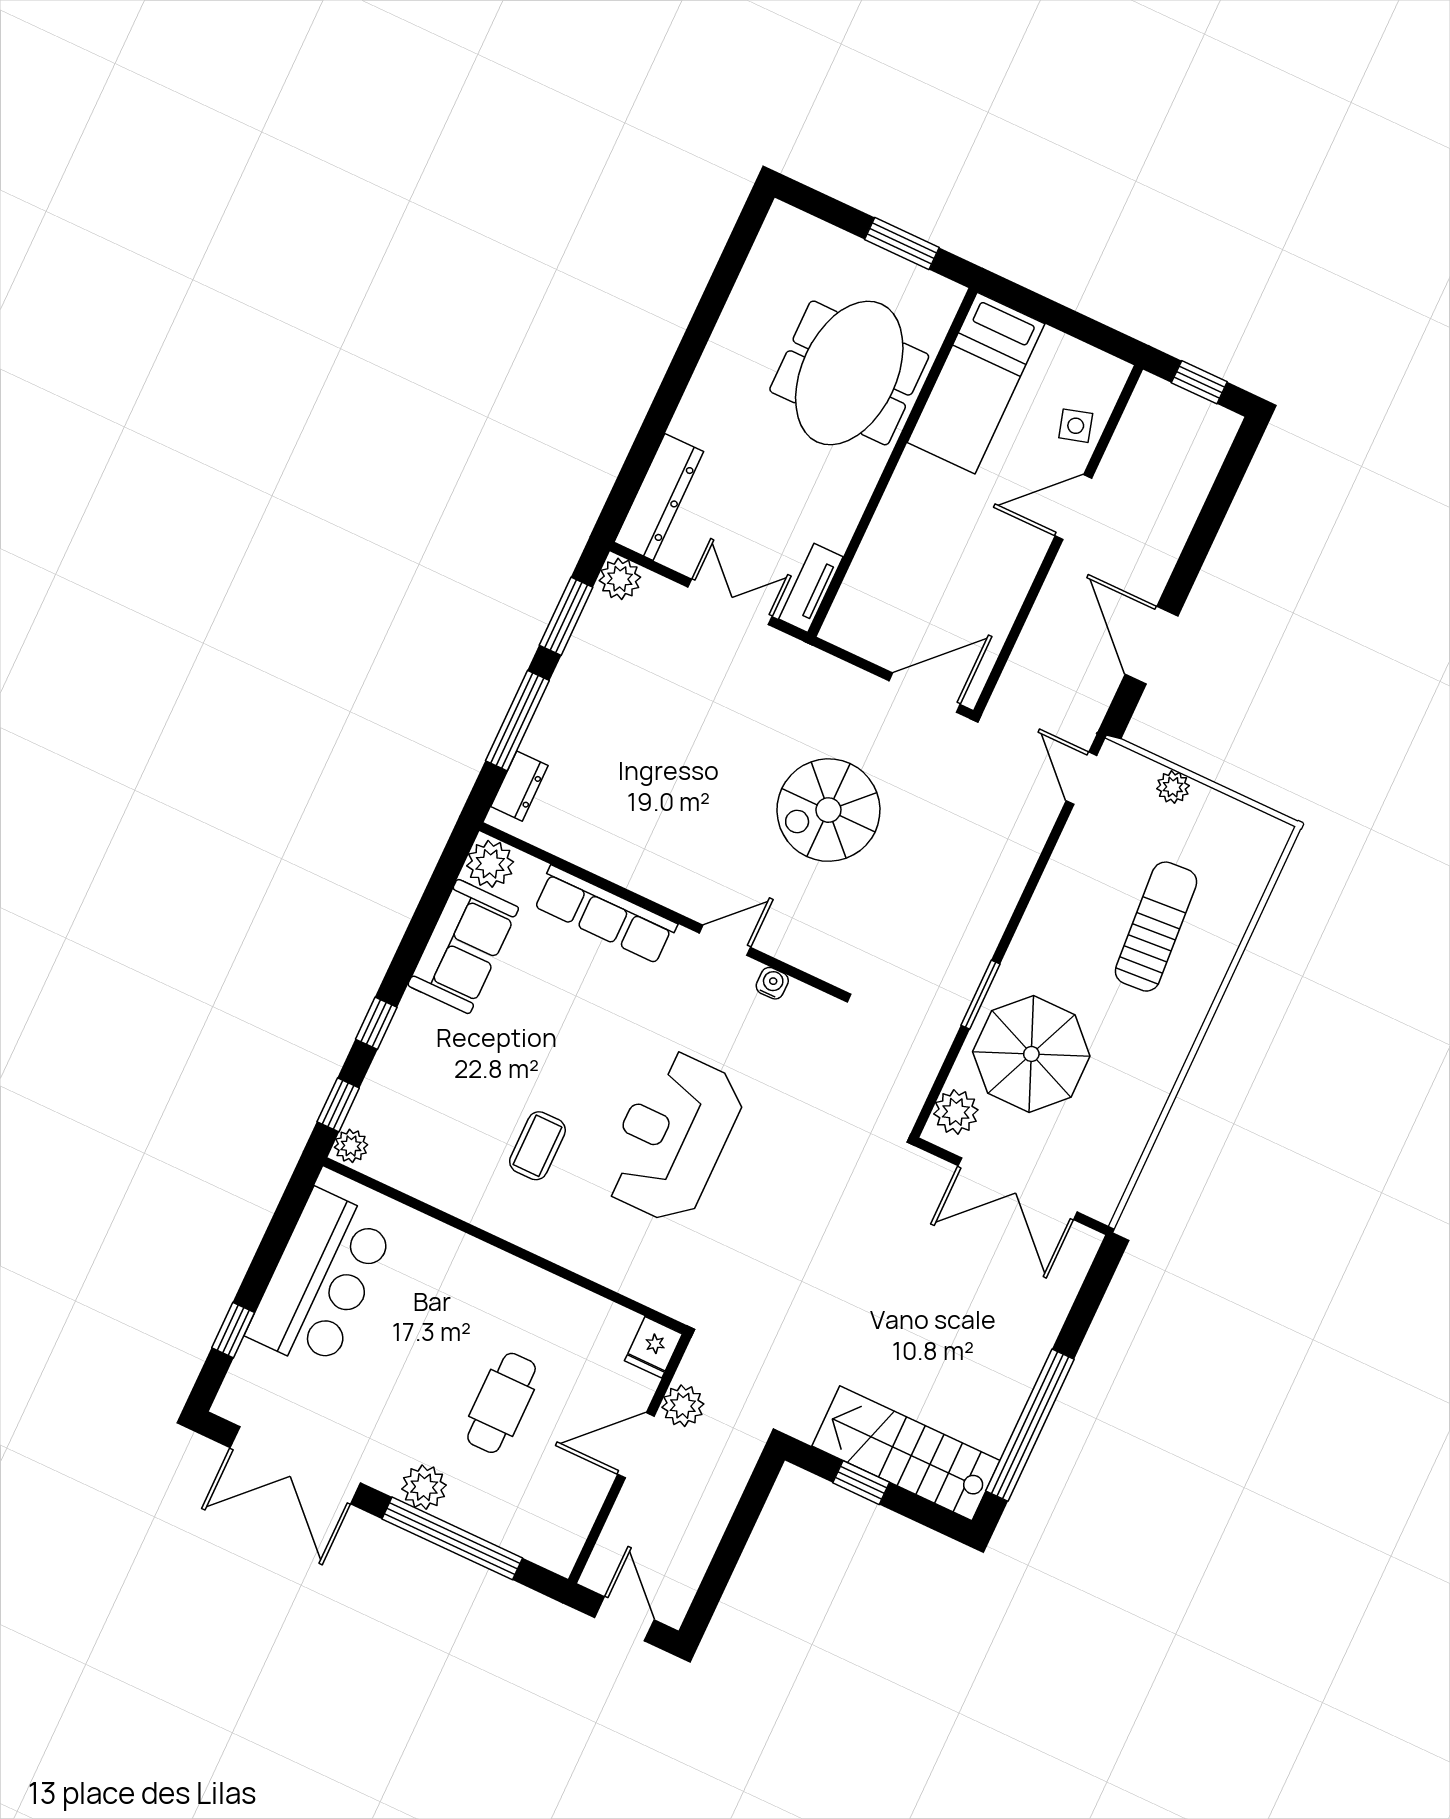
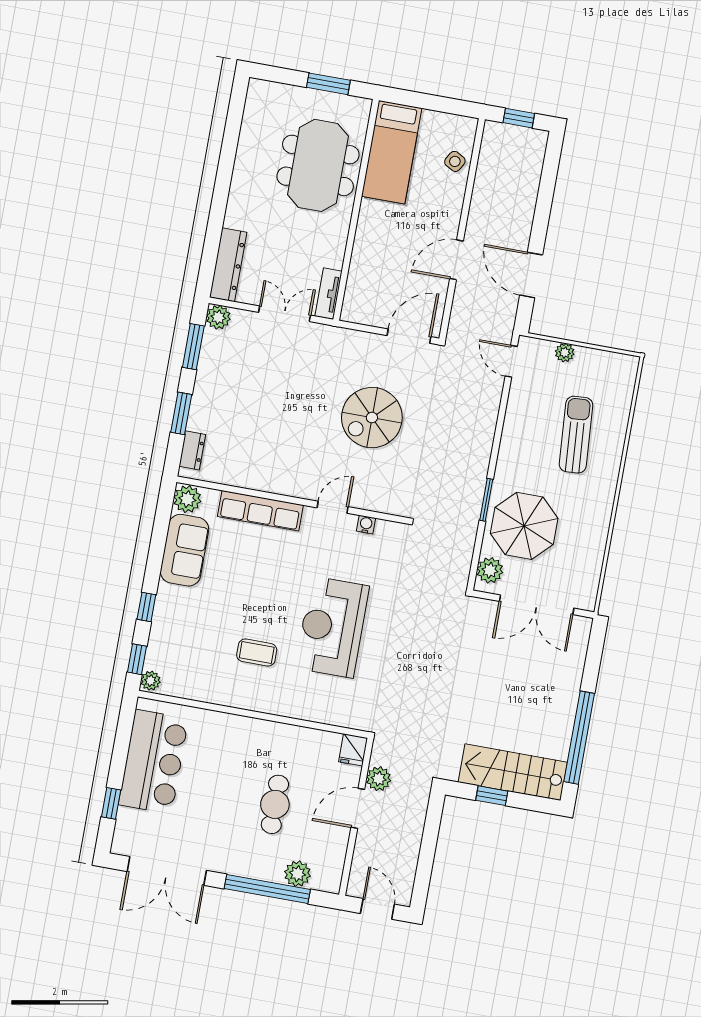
side table: (1076, 426) -> (455, 161), turned 45
door: (1073, 507) -> (456, 260), moved
window: (517, 721) -> (181, 413), width x0.69
coffee table: (537, 1146) -> (257, 653), turned 90
plant: (424, 1487) -> (297, 874), moved

